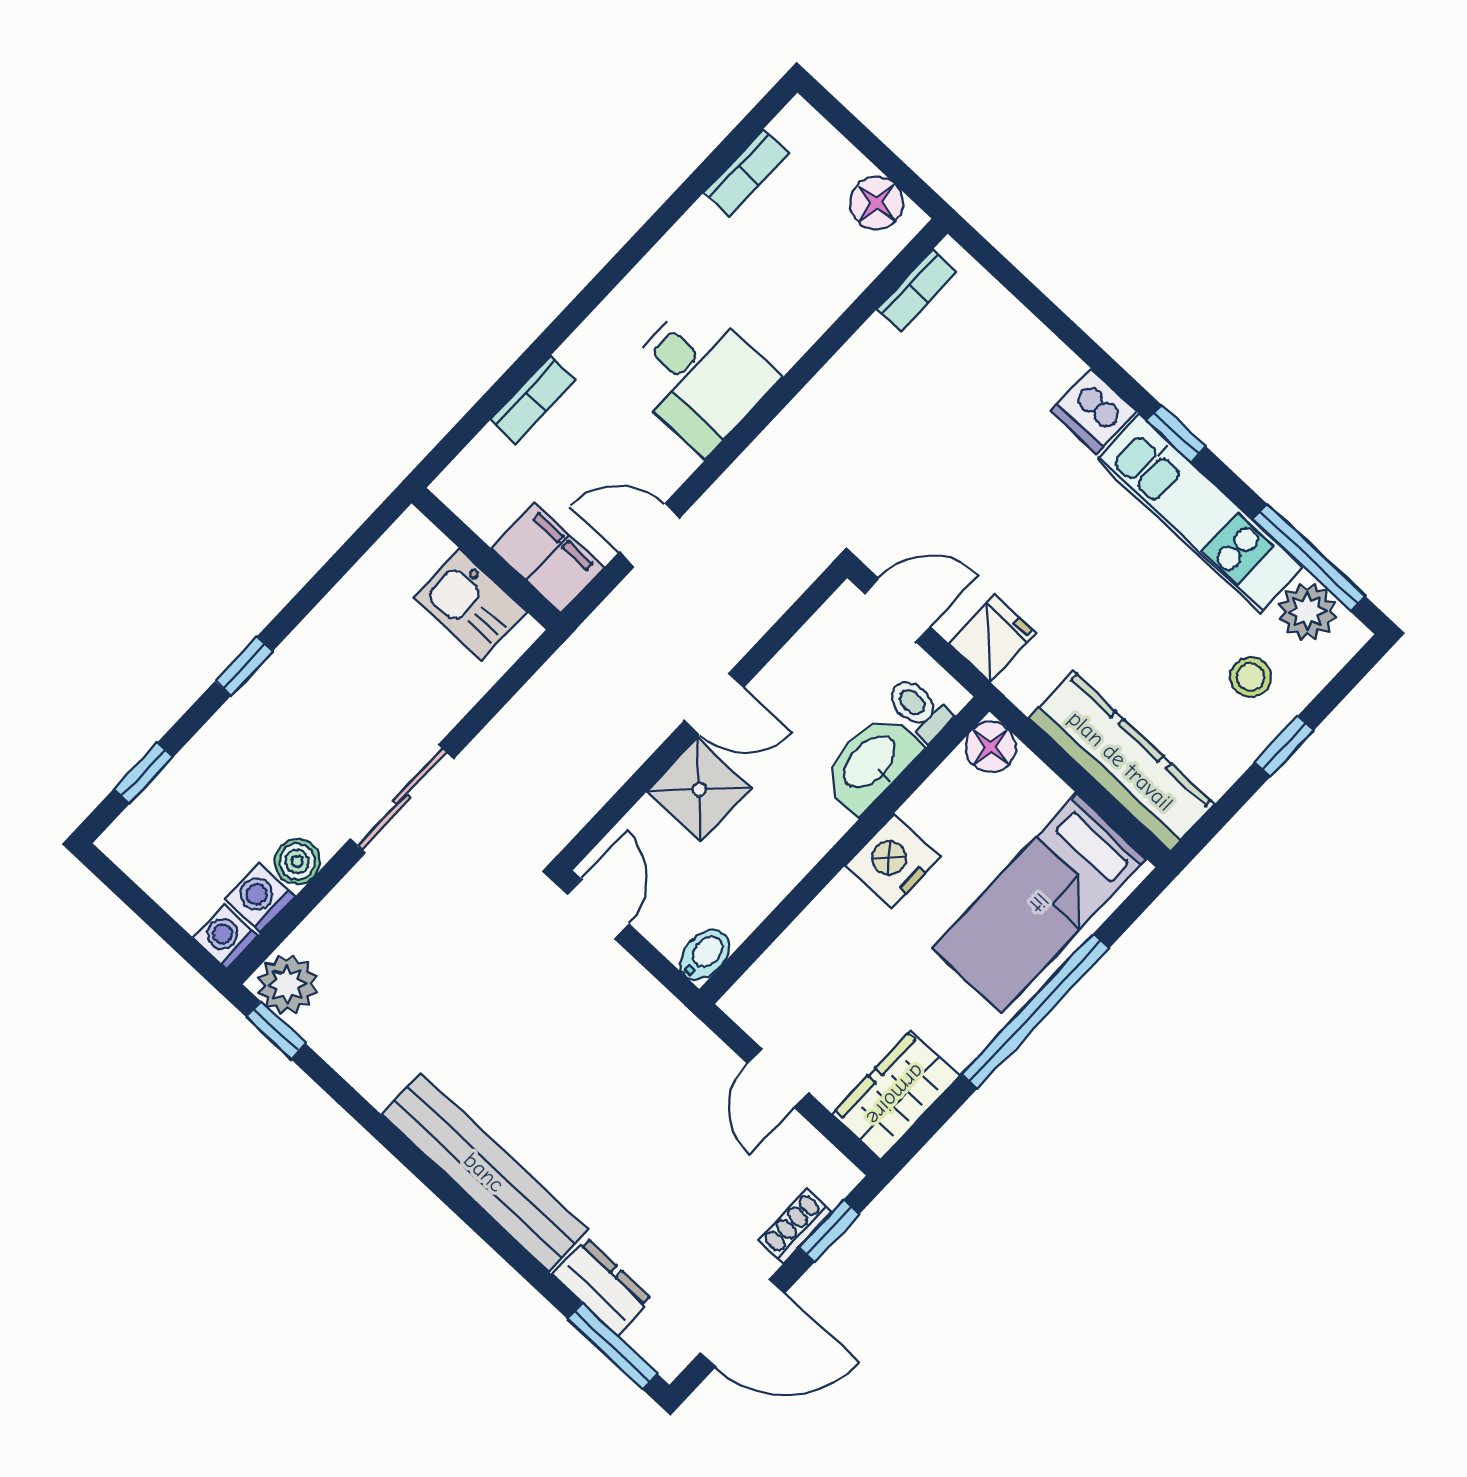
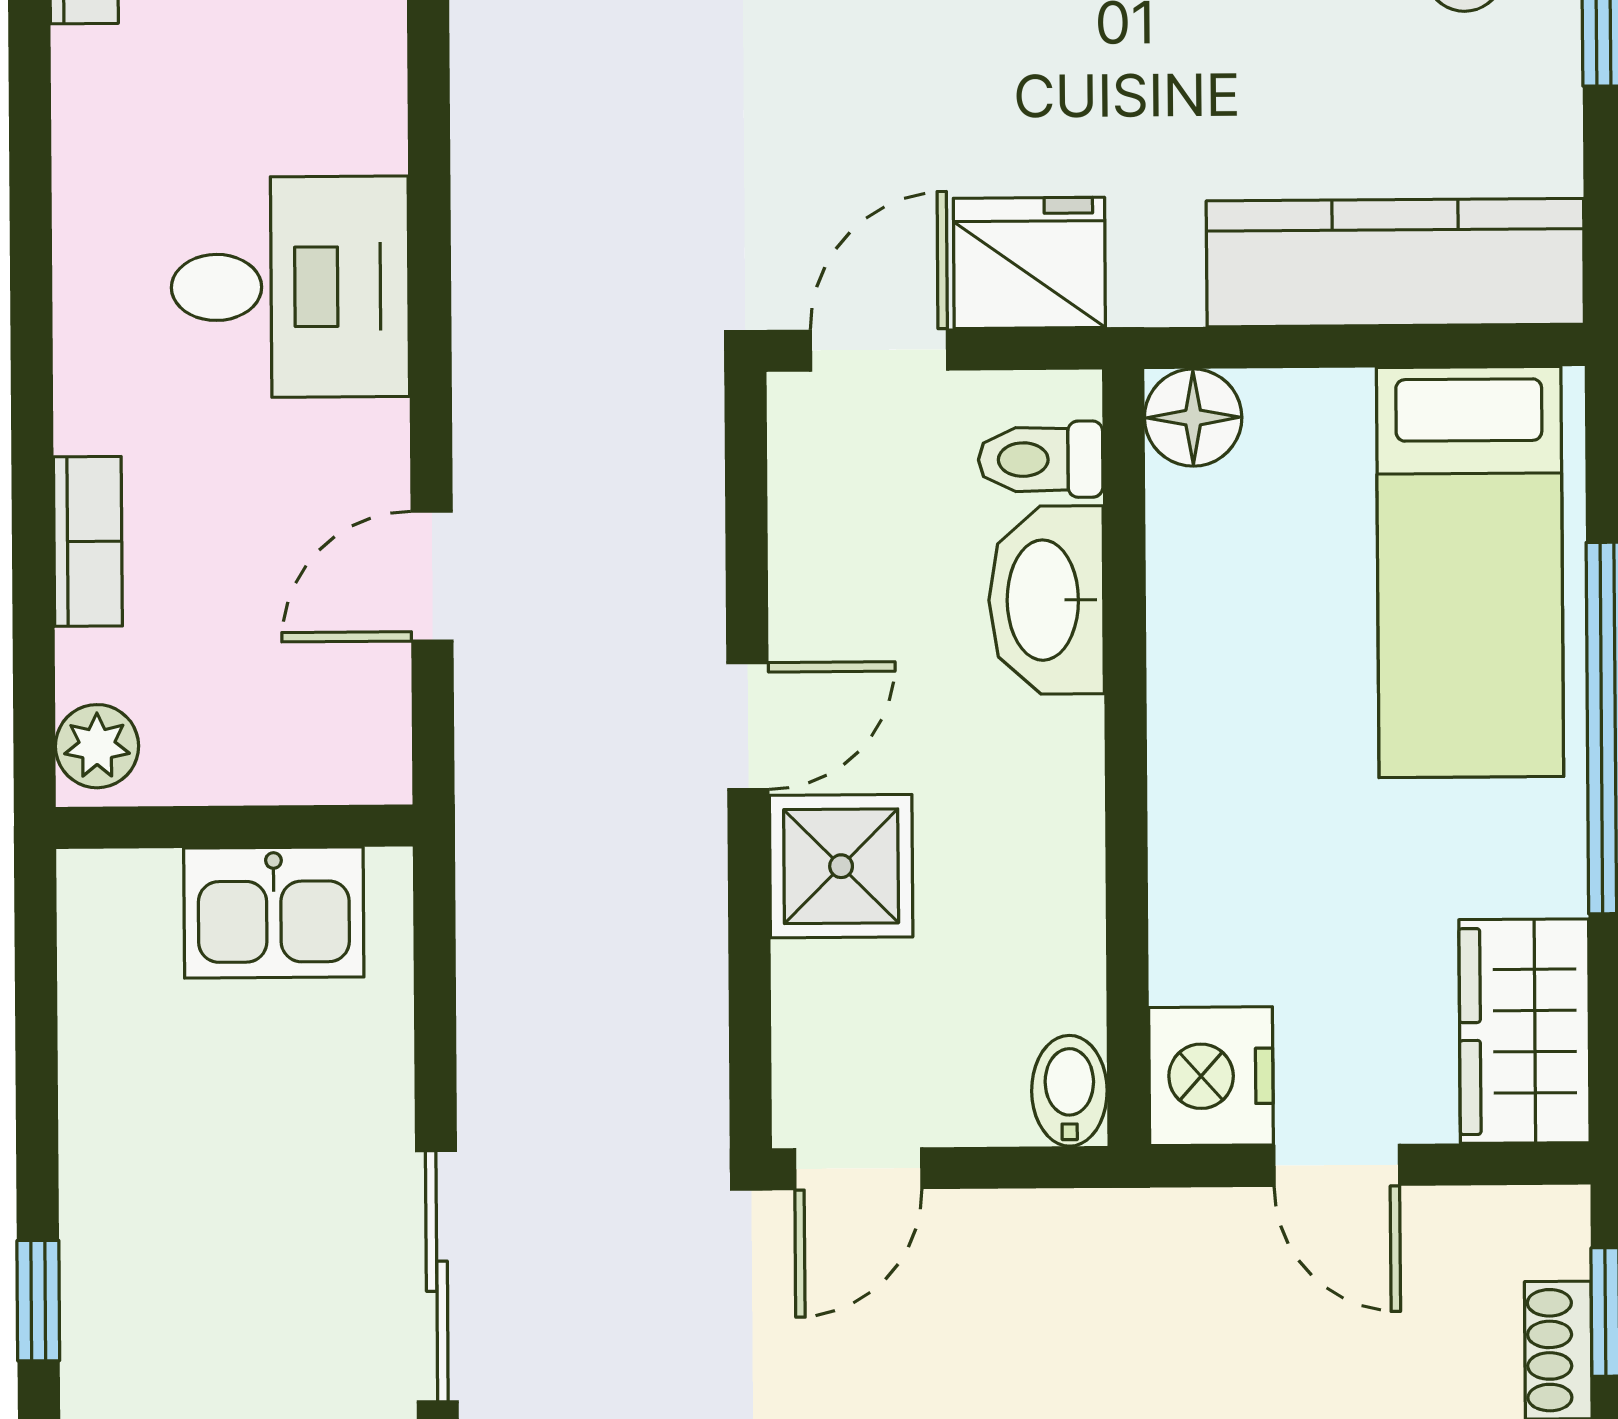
plant: (464, 479) -> (97, 746), added
filing cabinet: (548, 558) -> (320, 744), removed
fridge: (992, 638) -> (1029, 263), width x1.38
nightstand: (893, 861) -> (1211, 1076), moved
door: (598, 909) -> (858, 1169), swing flipped

